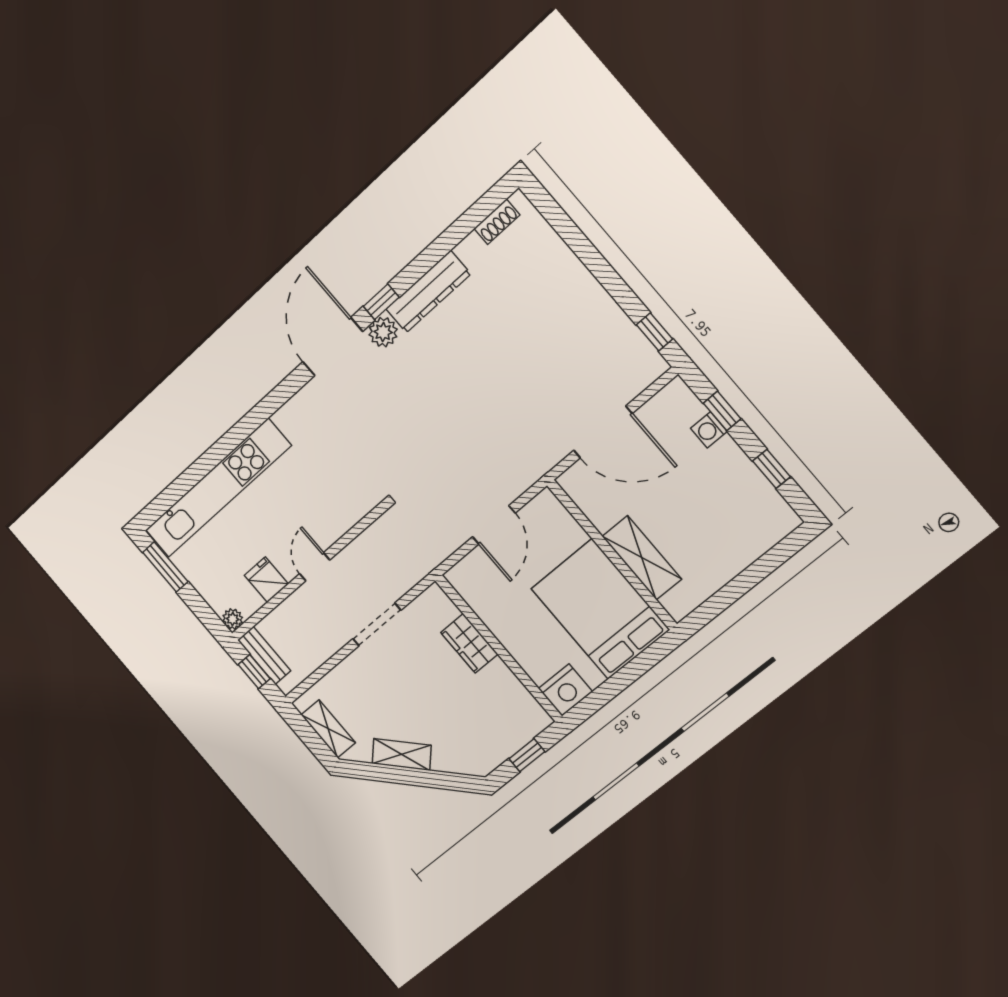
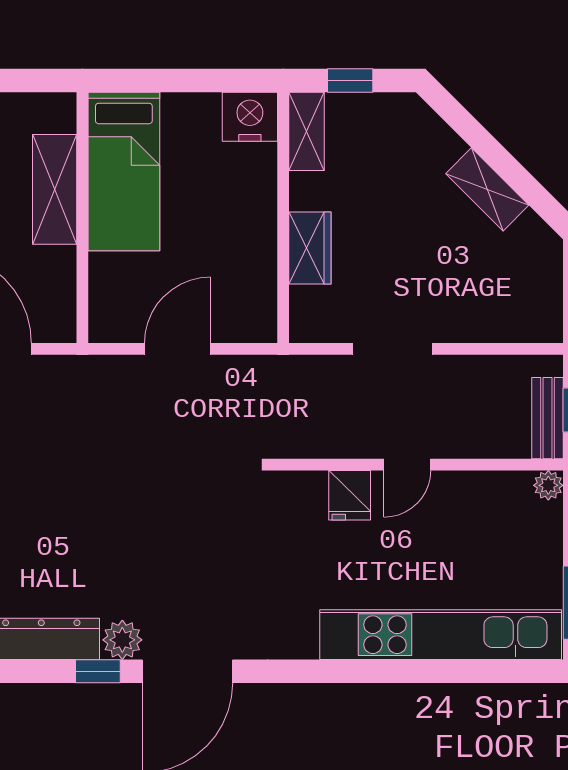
fridge: (266, 580) -> (350, 495), moved
bed: (600, 609) -> (124, 171), width x0.67
shelving: (328, 729) -> (307, 131), moved

